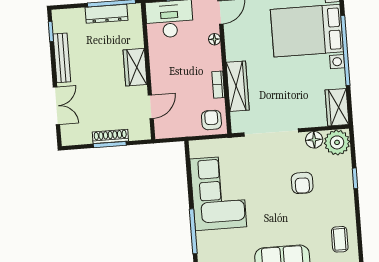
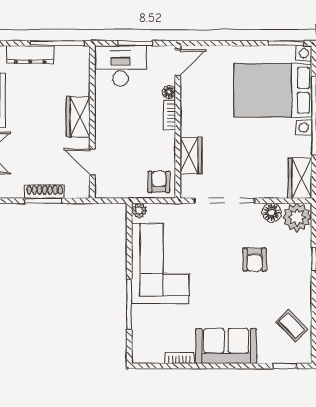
dresser: (106, 14) -> (30, 55), moved
bookcase: (218, 85) -> (169, 115), moved
wardrobe: (238, 86) -> (191, 156), width x0.67
door: (151, 107) -> (92, 162), swing flipped
plant: (196, 147) -> (139, 211), added
coffee table: (340, 239) -> (292, 326), turned -44

